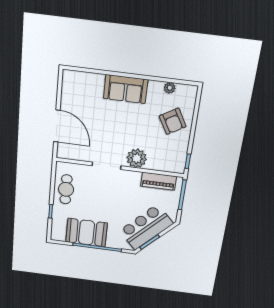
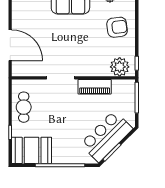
armchair: (173, 121) -> (117, 27), turned -67
plant: (137, 158) -> (120, 67), moved
piano: (158, 181) -> (95, 87), moved
booth: (87, 232) -> (32, 150), moved

